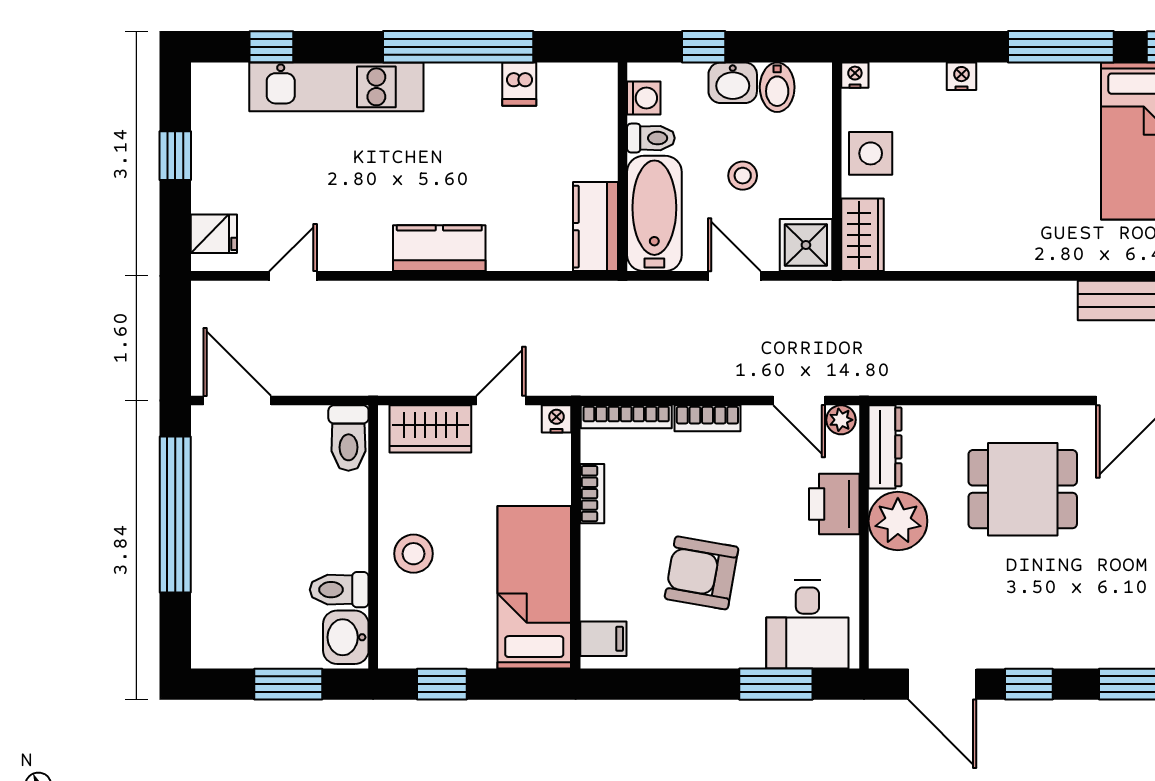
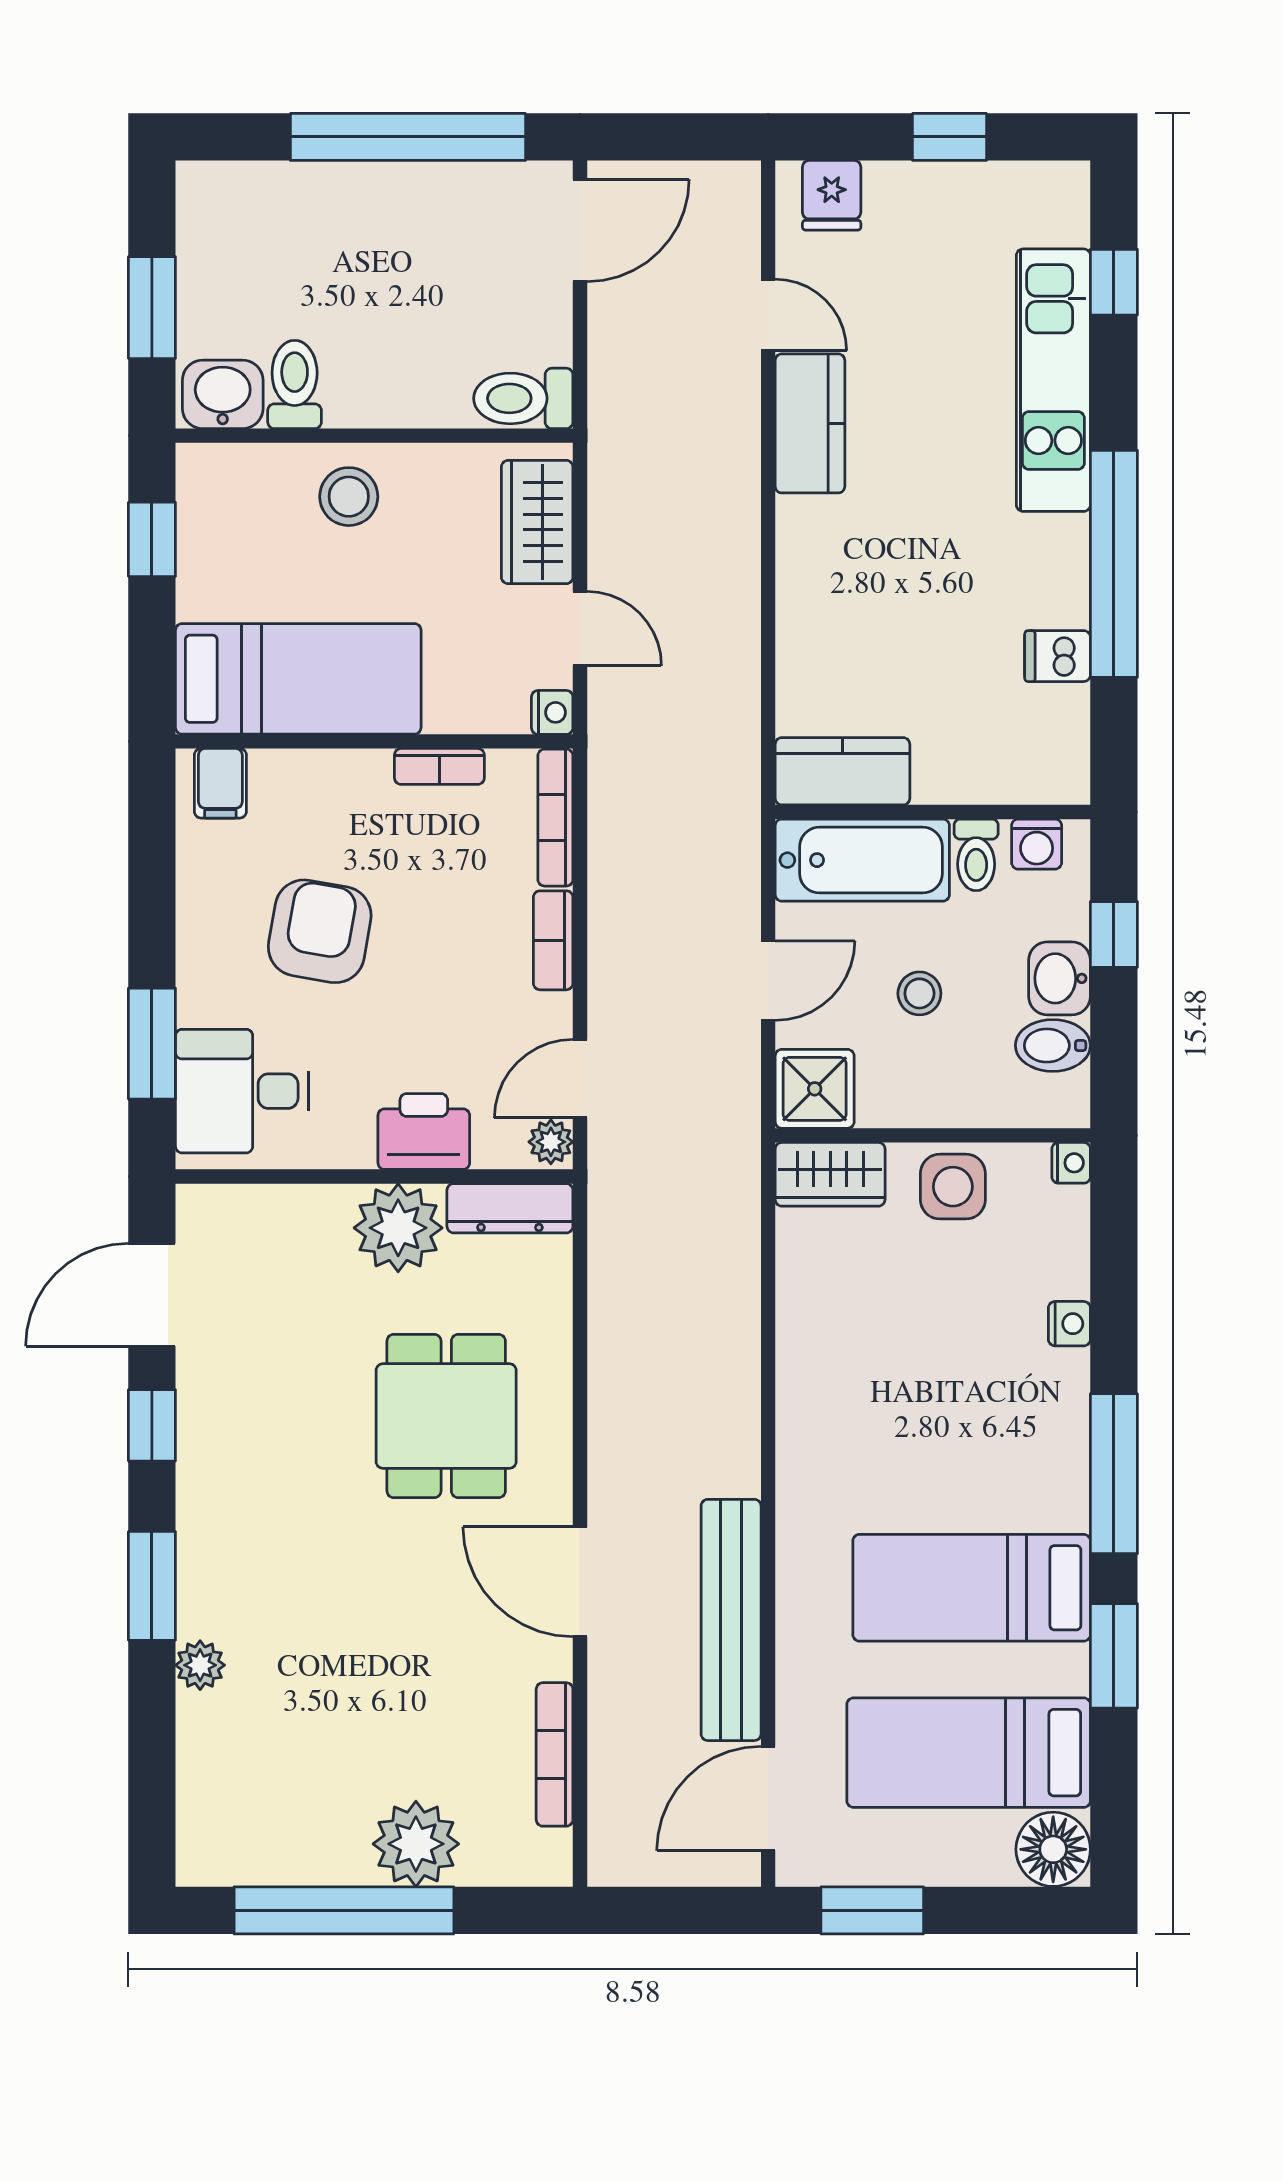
kitchen counter: (439, 248) -> (810, 423), moved

